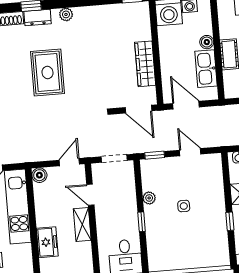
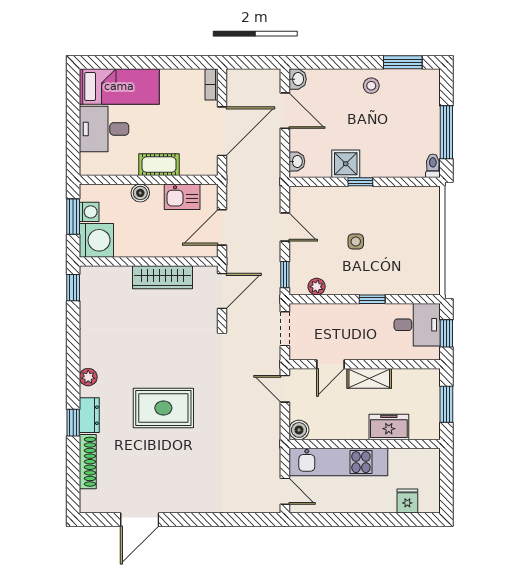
kitchen sink: (206, 69) -> (182, 197), width x0.73
door: (190, 152) -> (285, 227), swing flipped
plant: (149, 198) -> (317, 287), moved
window: (230, 221) -> (360, 182), moved

